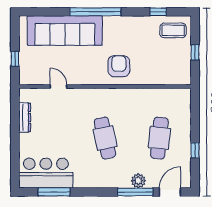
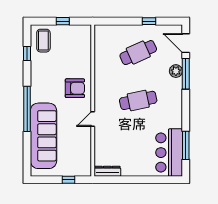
armchair: (119, 66) -> (75, 88), turned 180
door: (58, 86) -> (93, 119), moved
dresser: (25, 117) -> (107, 171), moved
cafe table: (159, 138) -> (138, 53), turned -30

